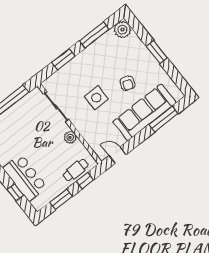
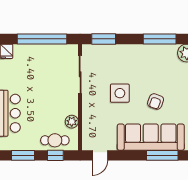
window: (64, 59) -> (104, 39), moved
plant: (70, 137) -> (72, 122), moved
door: (118, 155) -> (100, 155), swing flipped

